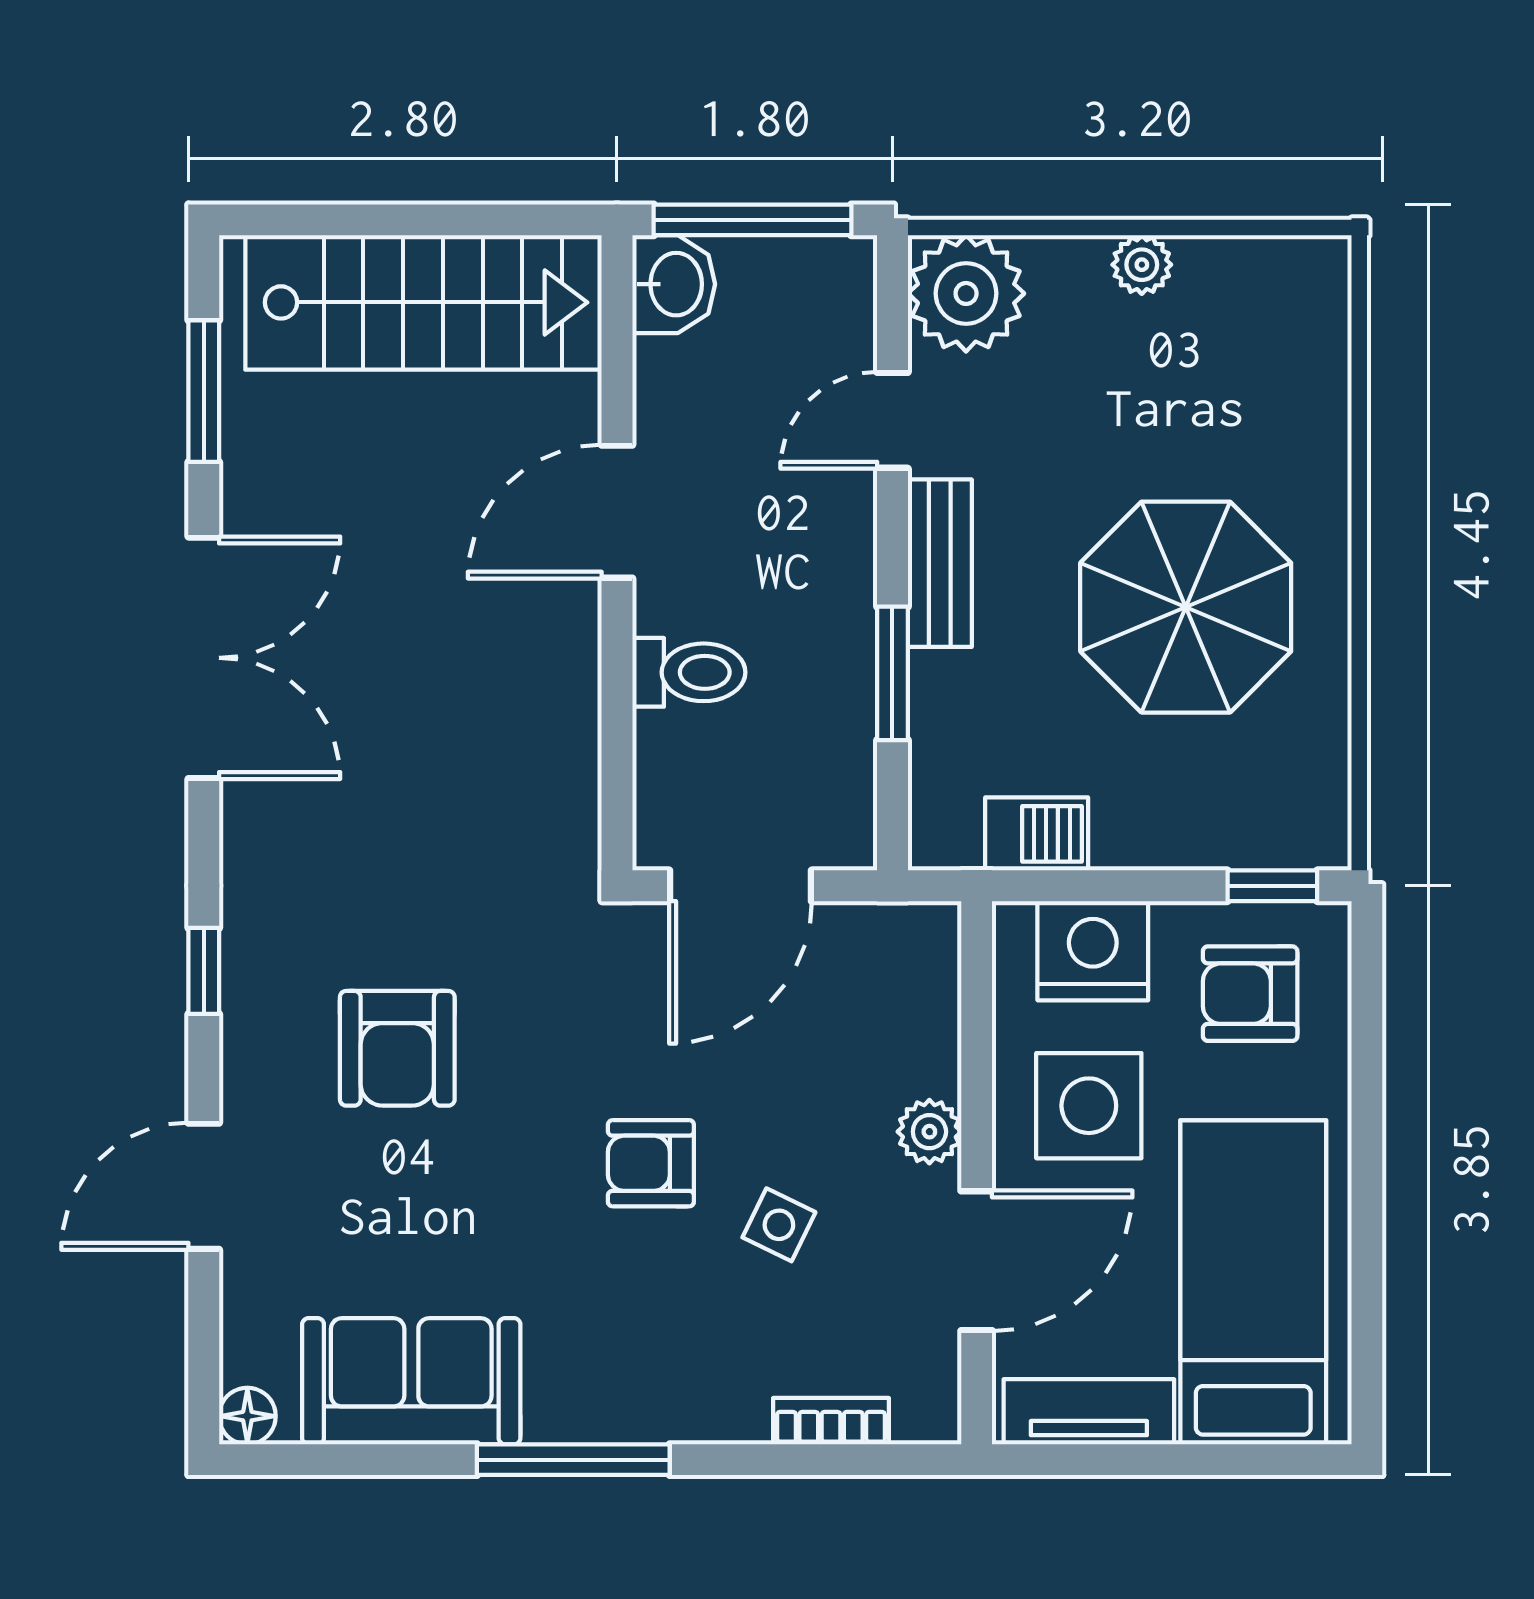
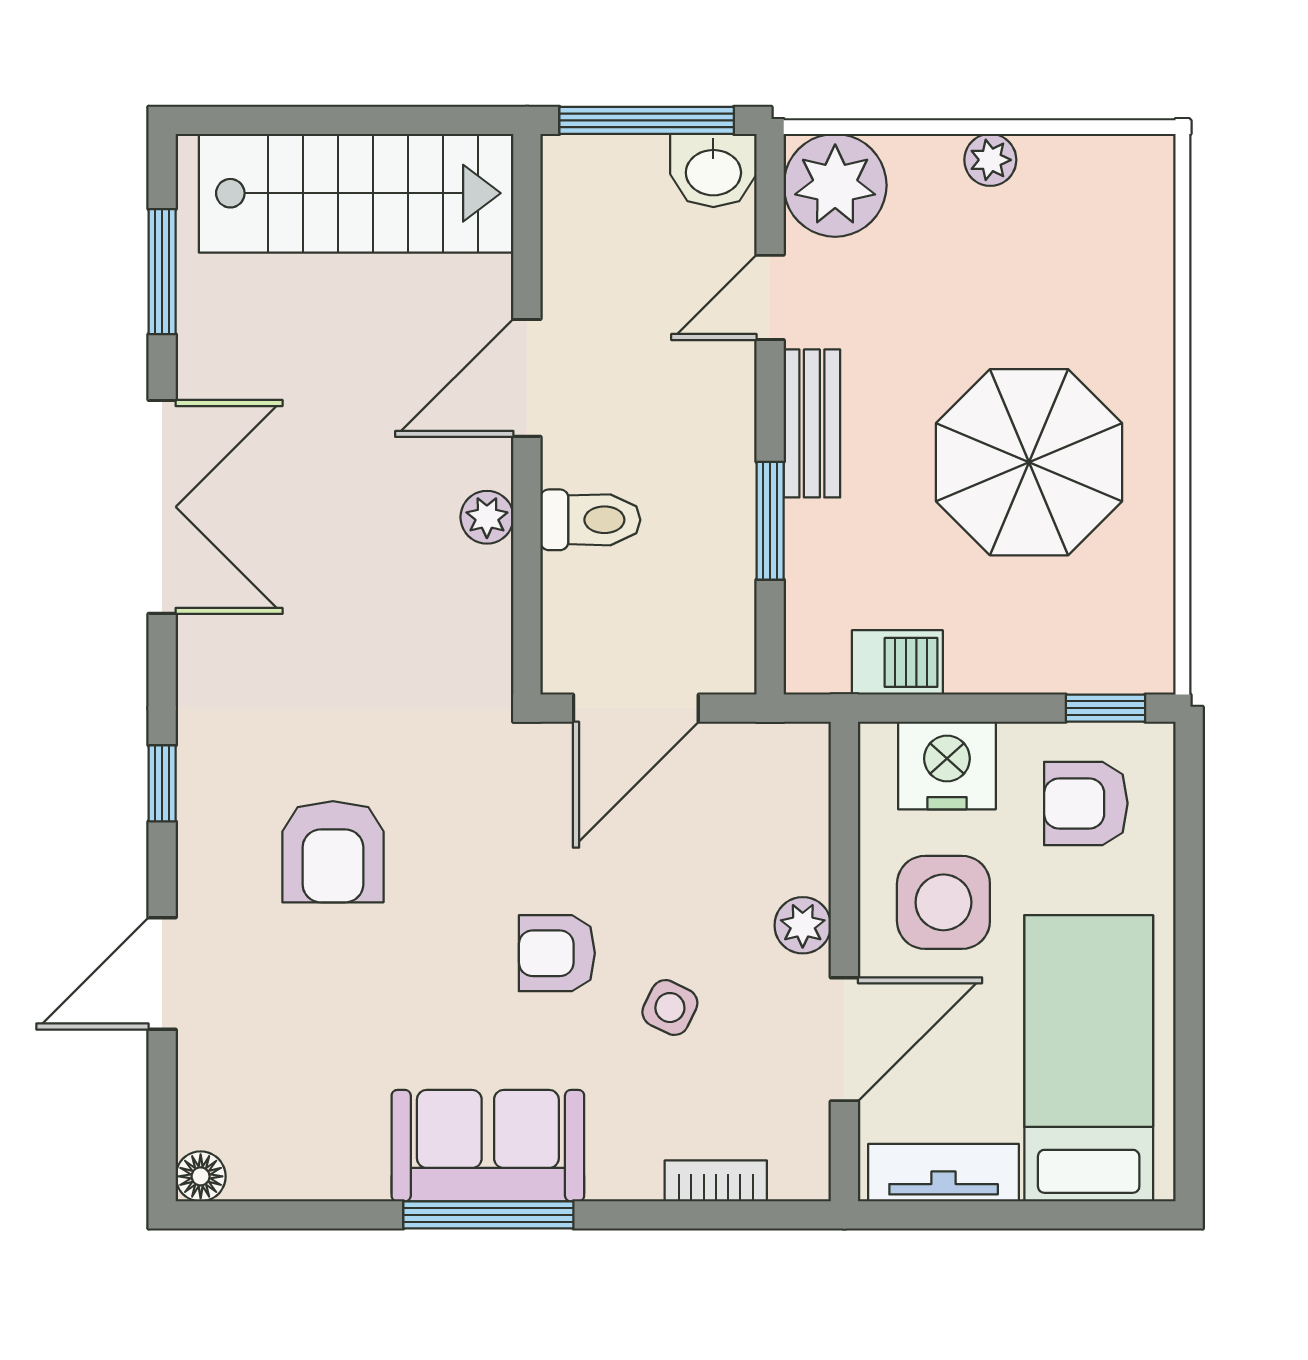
washbasin: (674, 284) -> (713, 170), moved, turned 90
plant: (572, 669) -> (487, 517), added
sofa: (411, 1381) -> (488, 1146), moved

